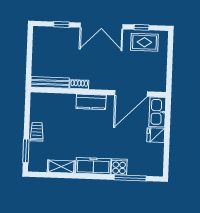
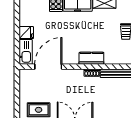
kitchen counter: (91, 102) -> (91, 58), moved

